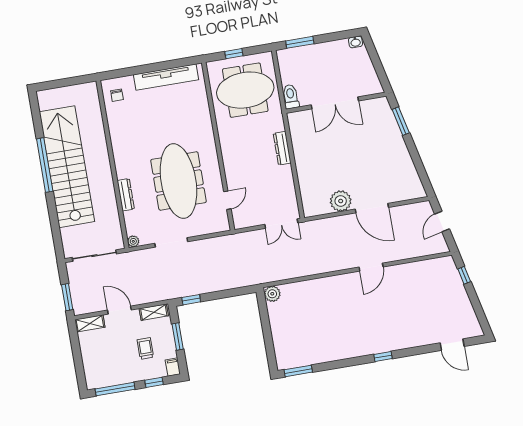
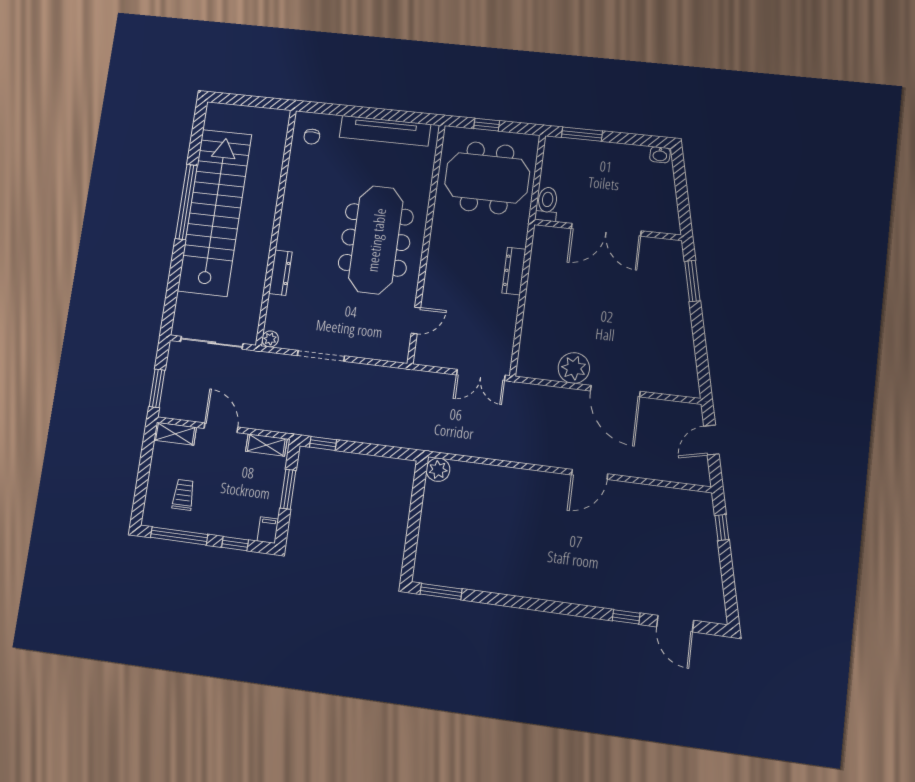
meeting table: (178, 181) -> (376, 240), moved
trolley: (145, 348) -> (183, 495), moved
window: (383, 356) -> (626, 617), moved

